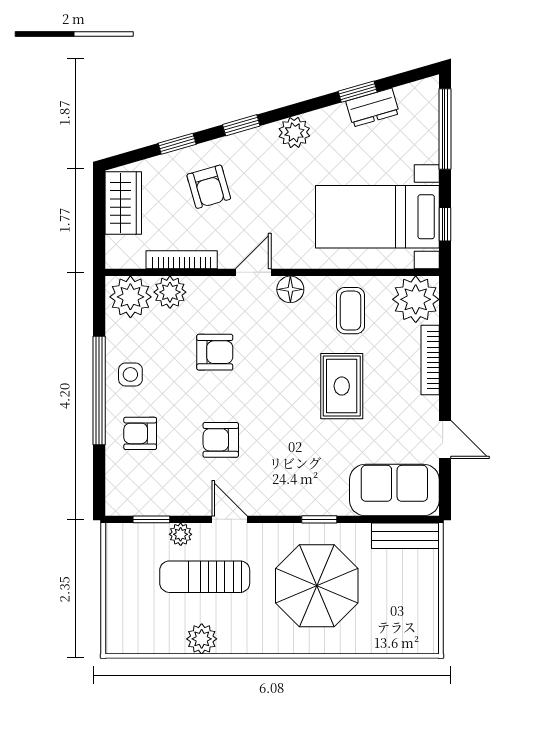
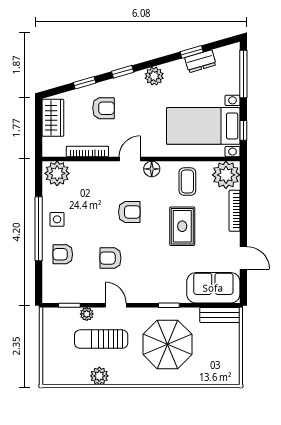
armchair: (209, 187) -> (103, 108), turned -74
plant: (170, 292) -> (80, 171), removed
armchair: (215, 352) -> (129, 212), moved

